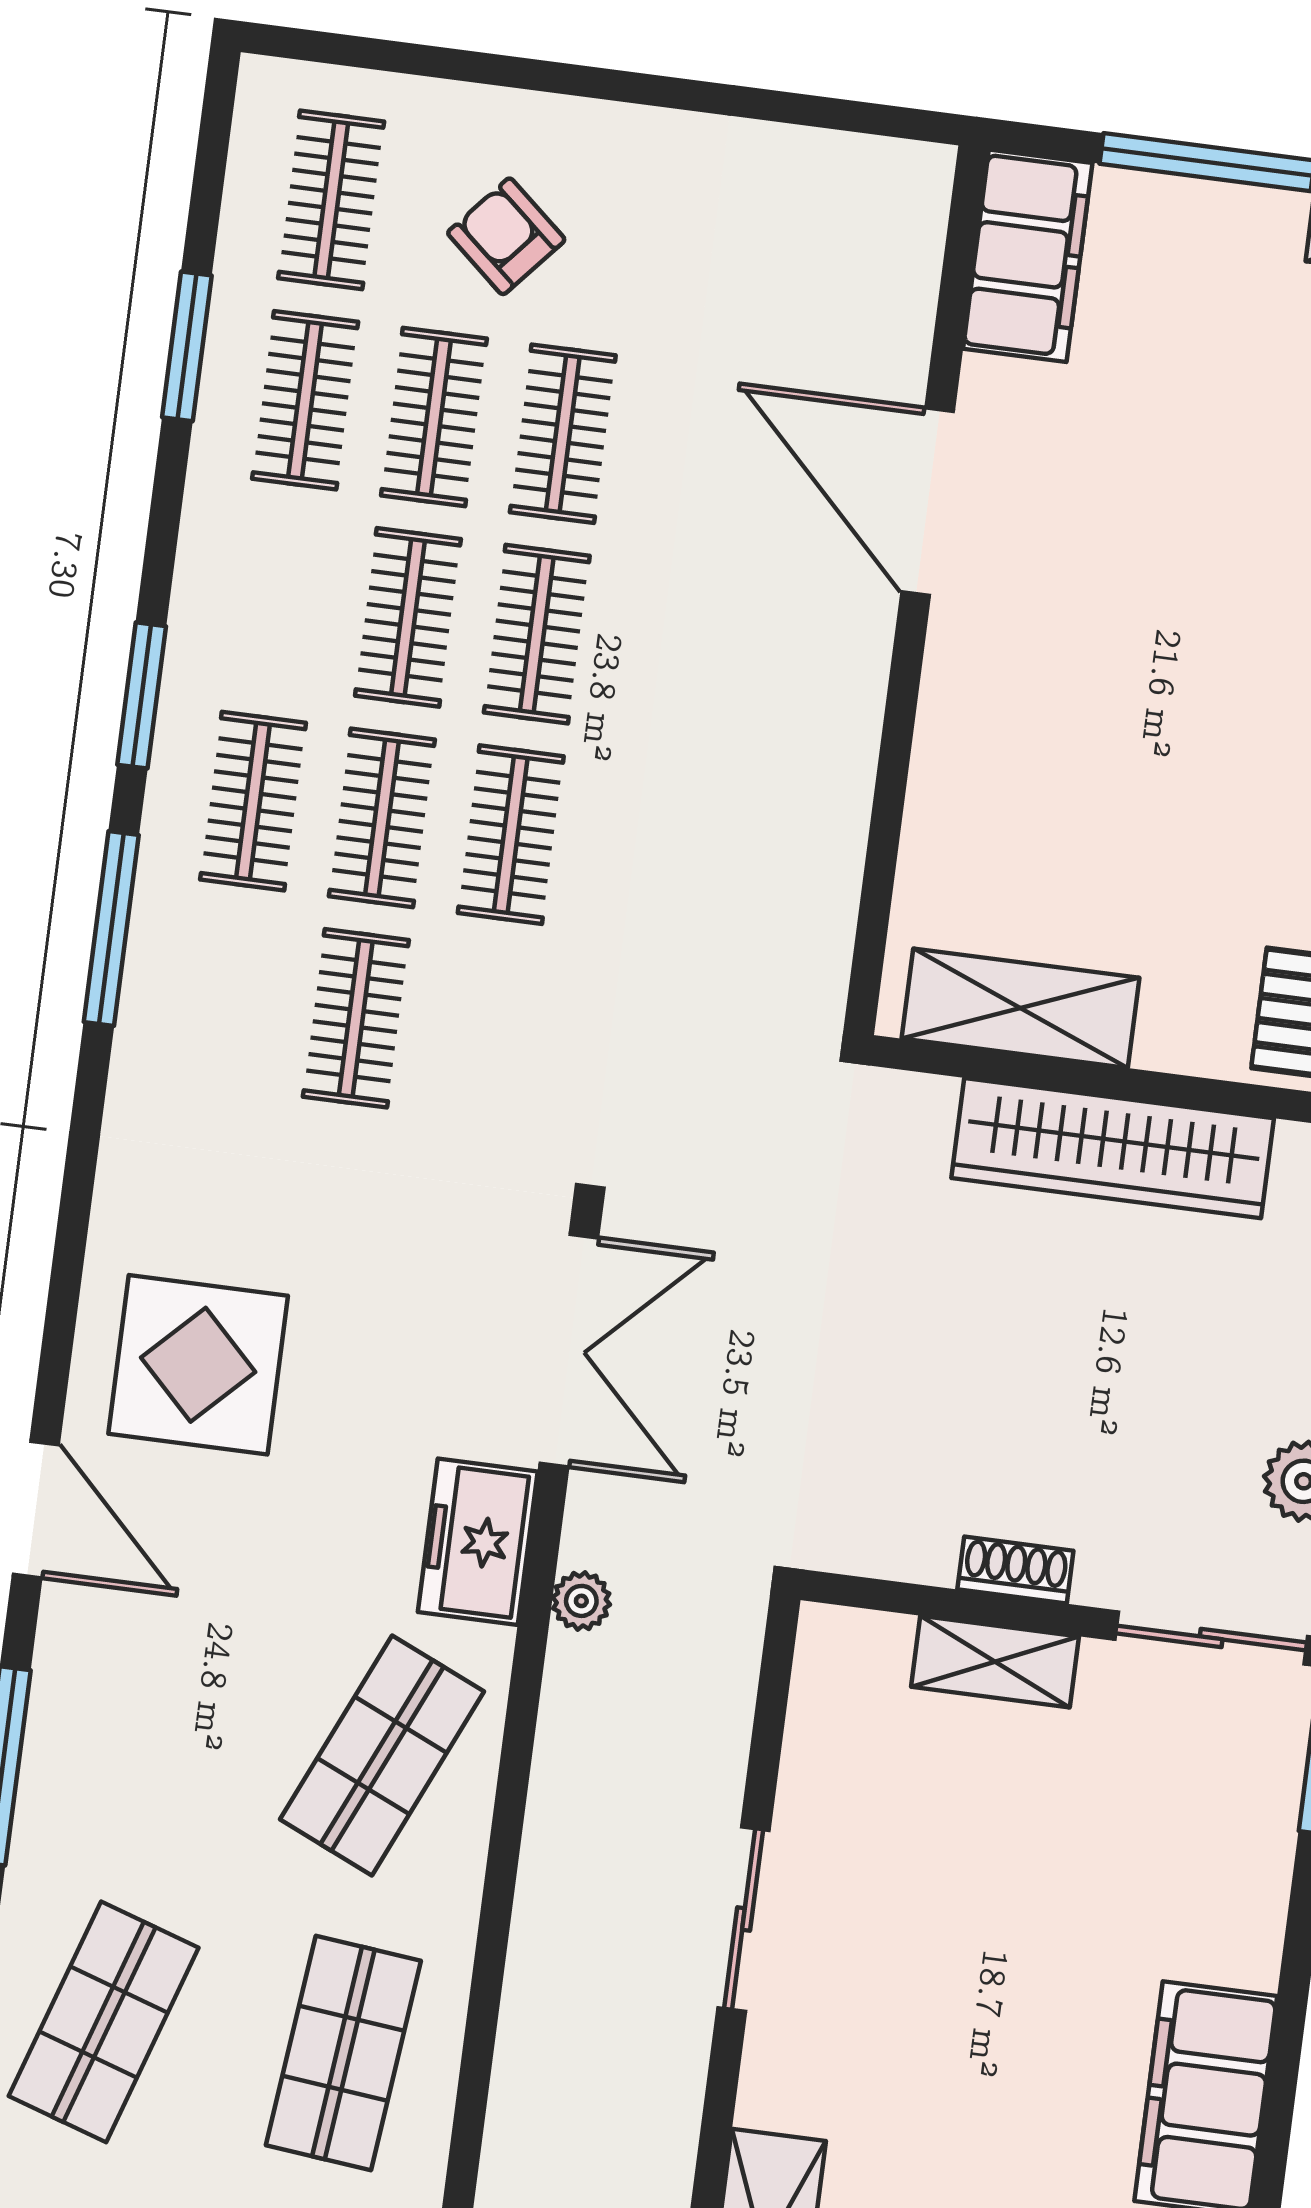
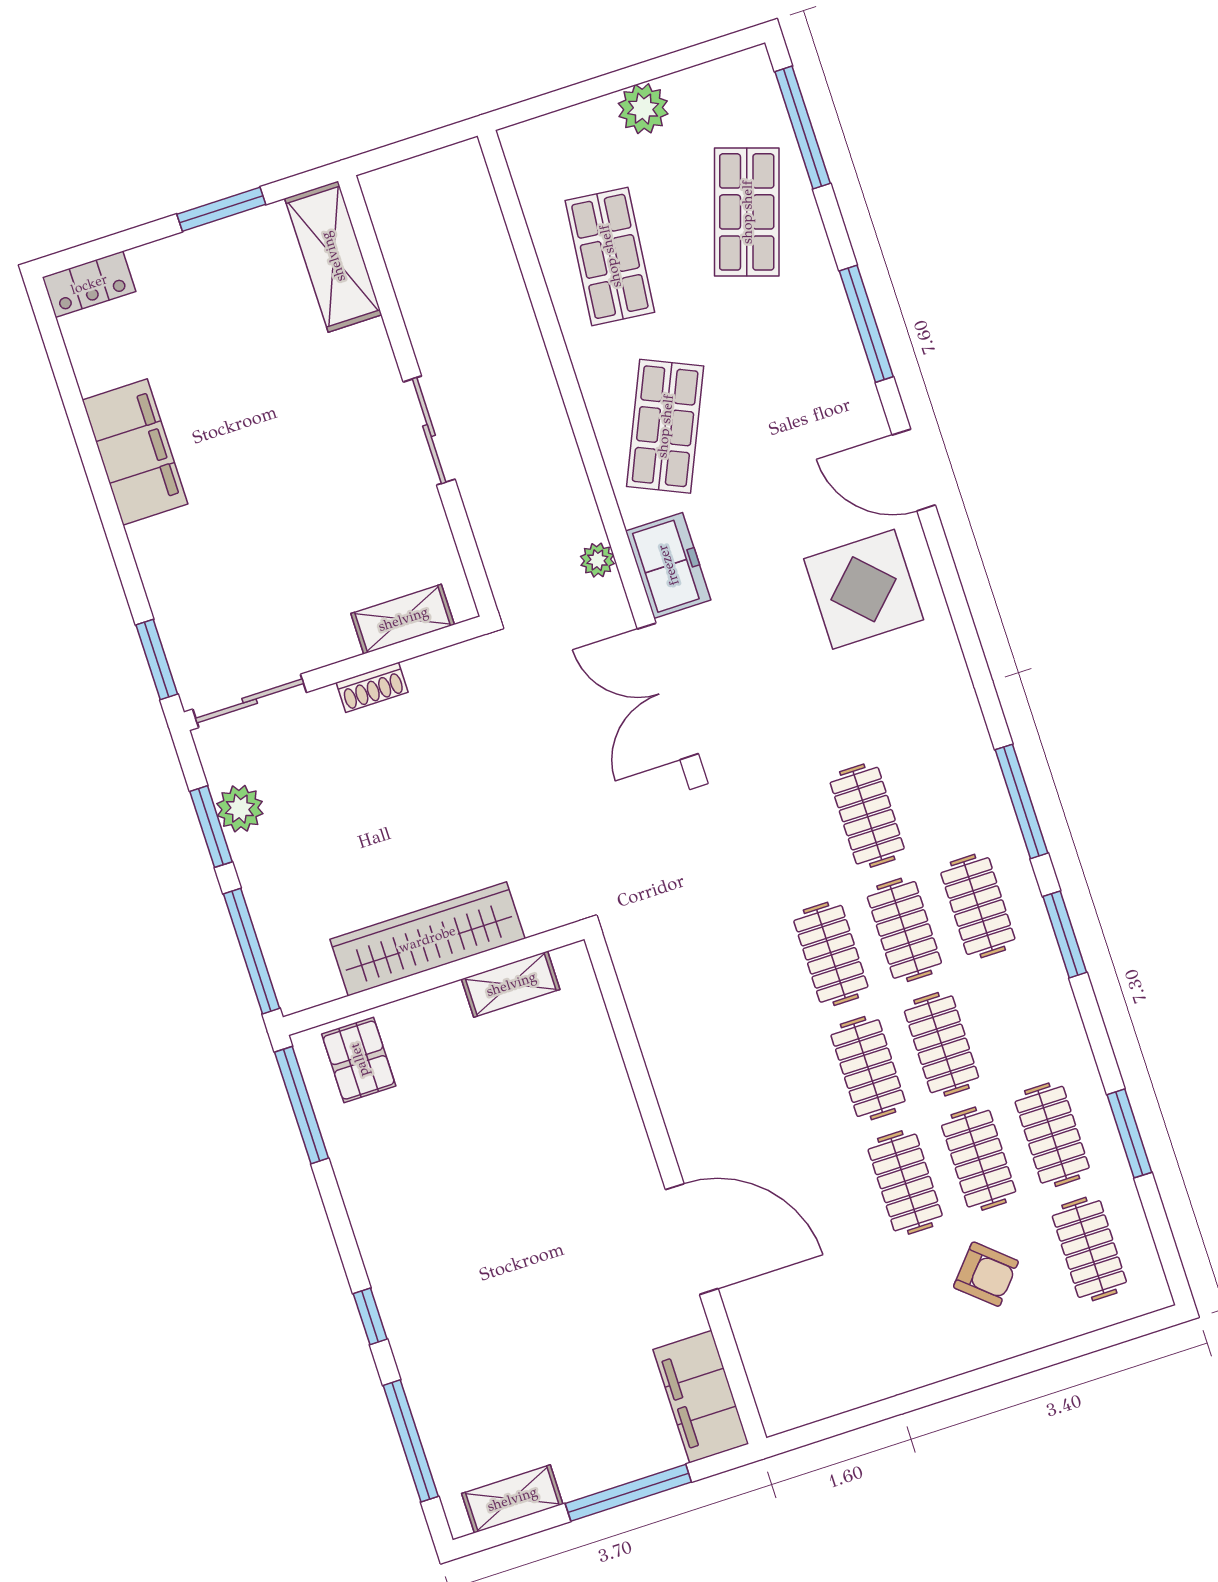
shelving: (1020, 1008) -> (511, 984), width x0.67, depth x0.75
shelving: (995, 1662) -> (403, 619), moved

